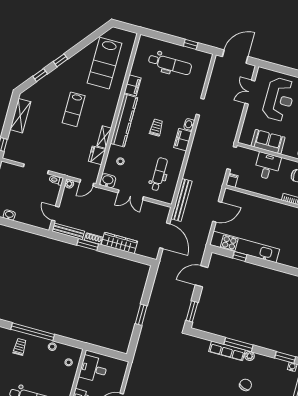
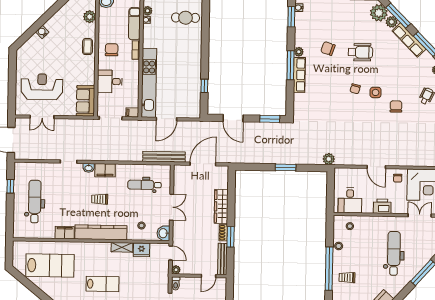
sofa: (268, 142) -> (86, 101), moved
door: (217, 212) -> (166, 119), swing flipped
kitchen unit: (245, 247) -> (149, 83), moved, turned 180
plant: (139, 358) -> (329, 159), added

